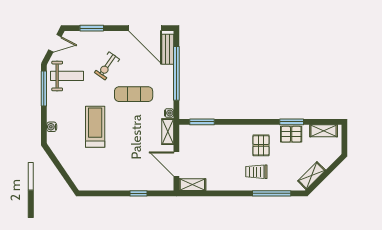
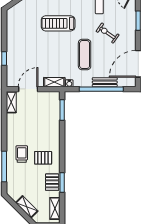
bench: (168, 49) -> (105, 82), moved
treadmill: (95, 127) -> (58, 23), turned 180
shelving: (312, 176) -> (27, 207), moved

